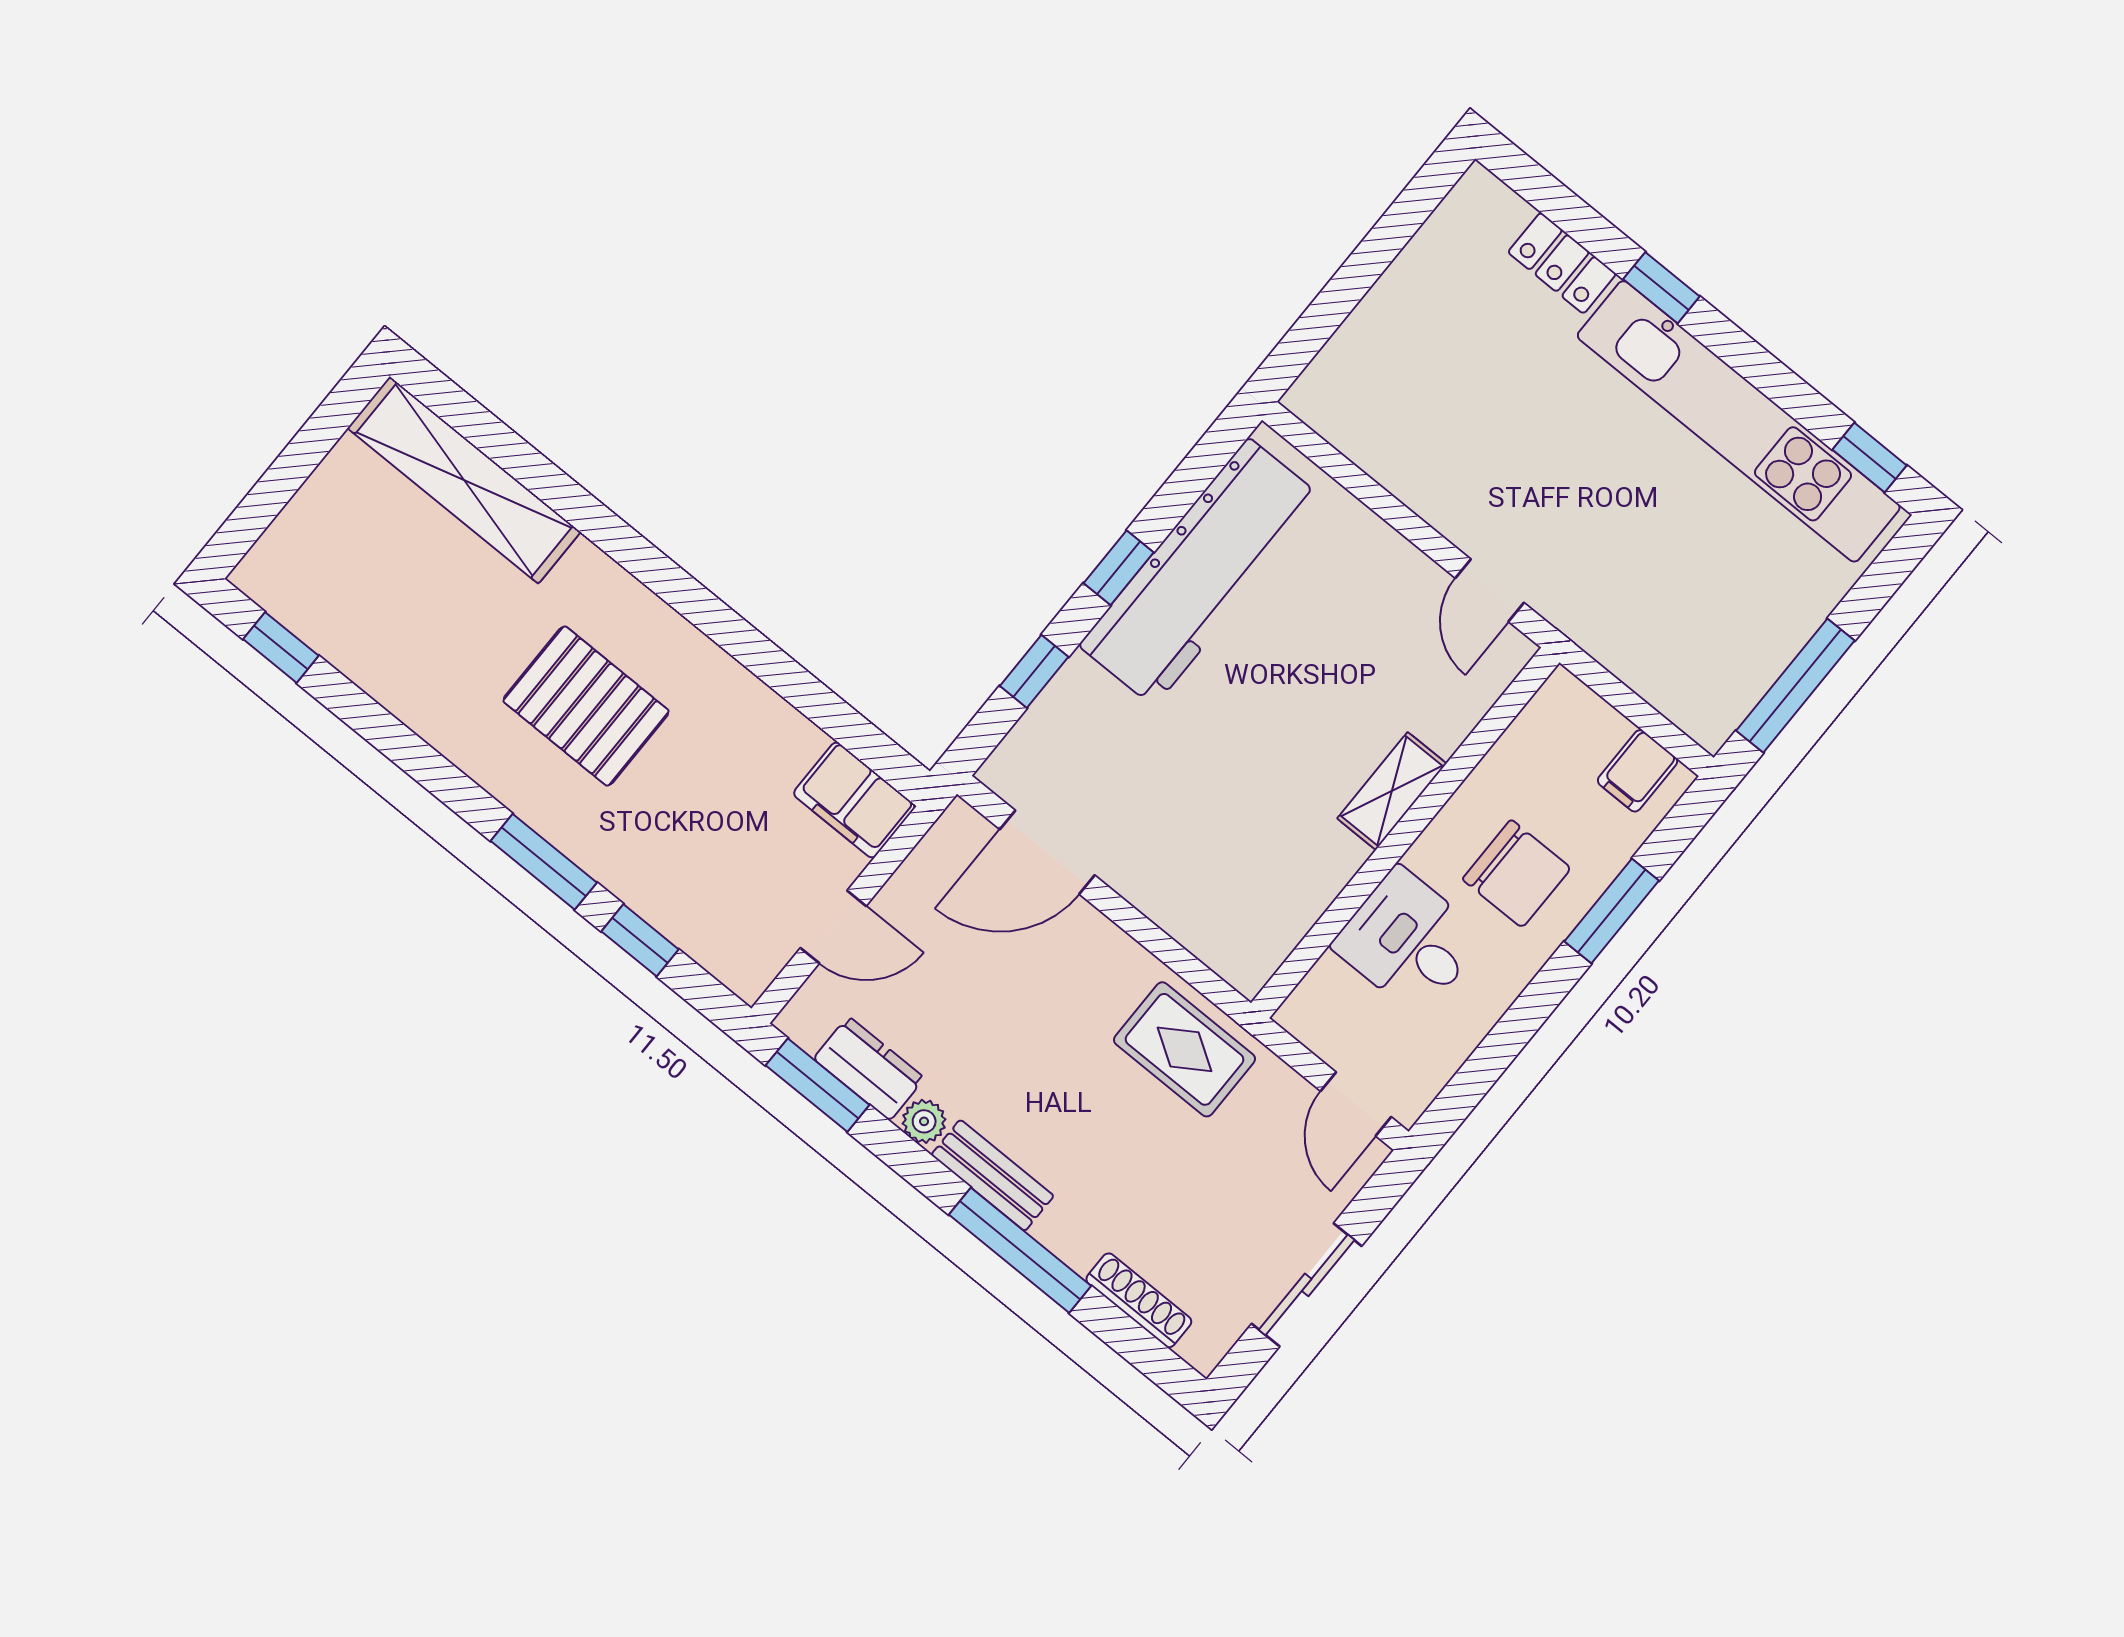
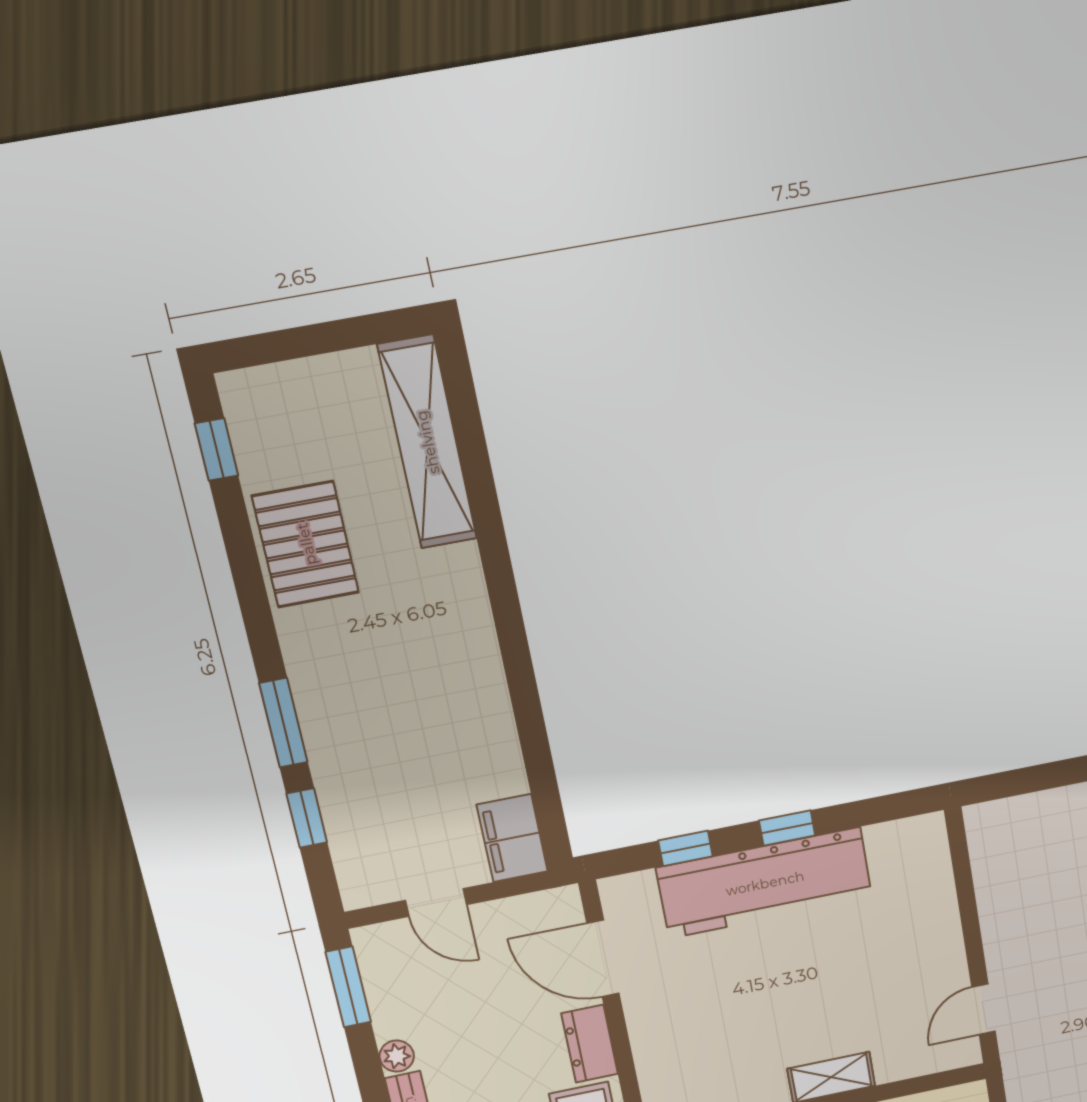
workbench: (1201, 572) -> (765, 883), moved
pallet: (586, 706) -> (306, 544), moved
dresser: (869, 1068) -> (590, 1044), moved, turned 180

